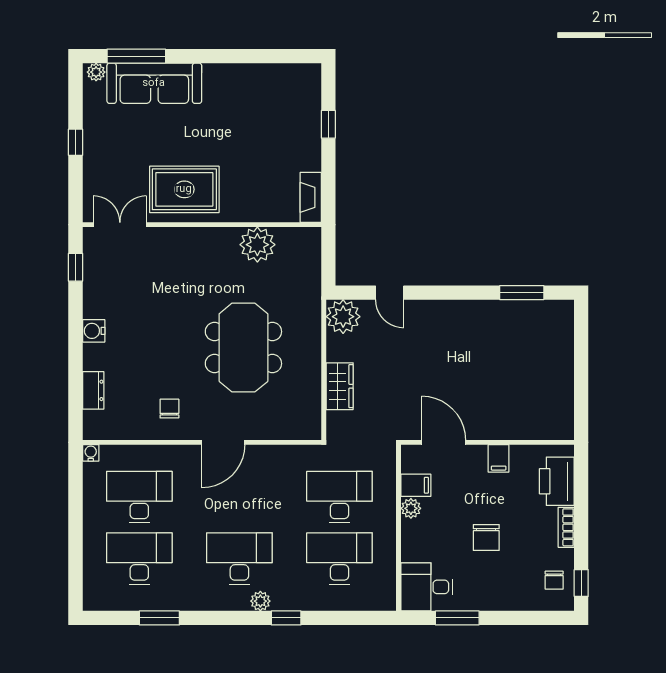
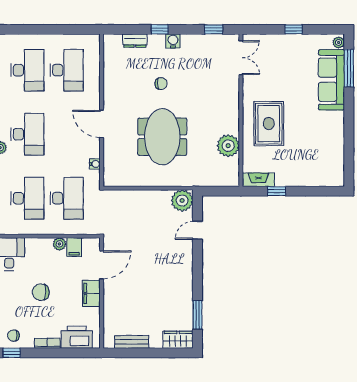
window: (328, 124) -> (277, 191), moved
rug: (184, 189) -> (269, 124), moved
meeting table: (243, 348) -> (162, 137), turned 90
window: (76, 352) -> (160, 29), added
wardrobe: (340, 386) -> (178, 340), moved, turned 180
bench: (564, 395) -> (132, 342), added
chair: (169, 409) -> (161, 84), moved
water cooler: (91, 453) -> (95, 164), moved
filing cabinet: (499, 458) -> (91, 293), width x2.00

